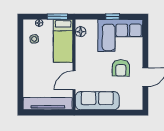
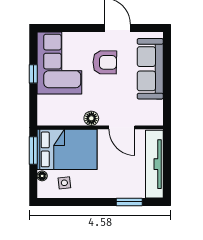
floor lamp: (81, 32) -> (91, 118), moved
bed: (63, 41) -> (67, 149), width x1.50
window: (20, 86) -> (129, 202), added
sofa: (97, 101) -> (150, 69), moved

